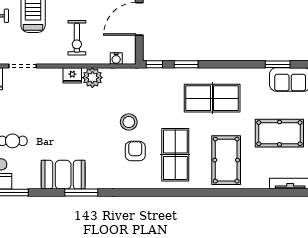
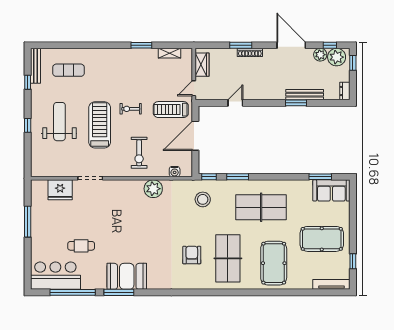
fridge: (72, 75) -> (135, 187), removed
stool: (129, 122) -> (203, 199), moved
window: (81, 193) -> (119, 292), moved

